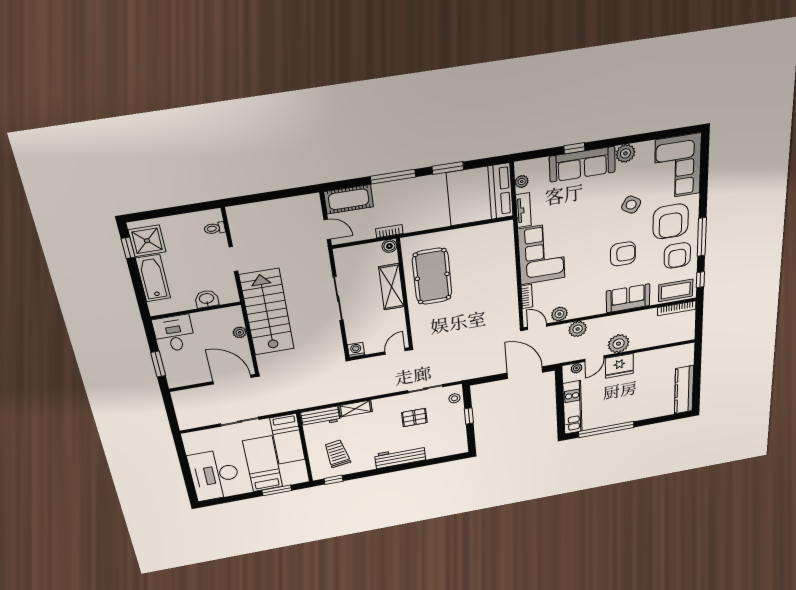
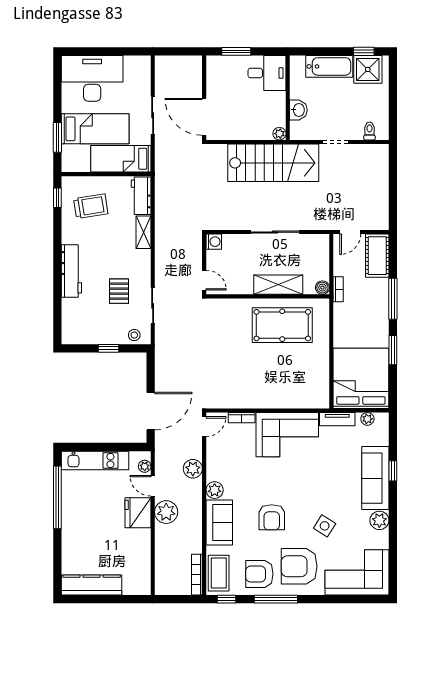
plant: (559, 314) -> (215, 490), moved
plant: (240, 332) -> (279, 134), moved
door: (232, 380) -> (204, 117), swing flipped

